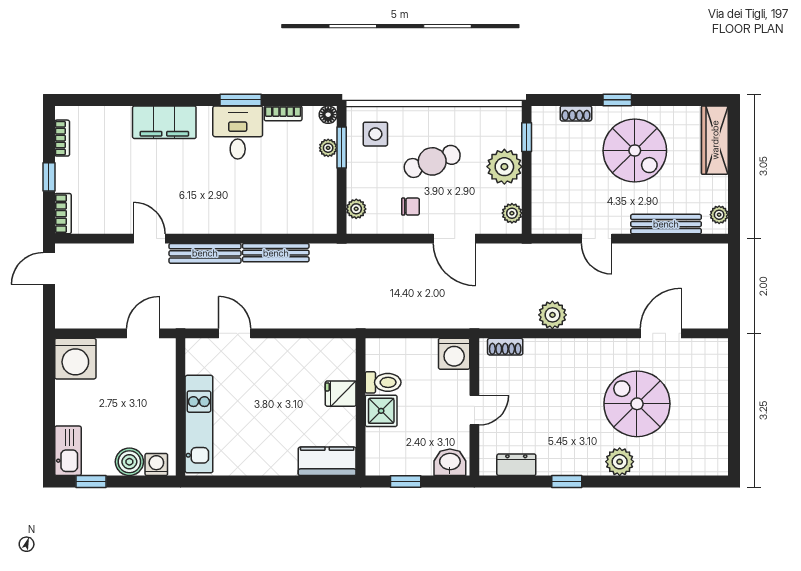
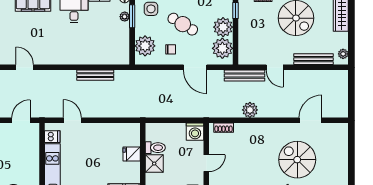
cafe table: (432, 161) -> (183, 24), turned 50
plant: (356, 209) -> (145, 46), width x1.87, depth x1.87
plant: (512, 213) -> (222, 48), width x1.88, depth x1.88
bench: (205, 253) -> (245, 76), moved
dishwasher: (199, 363) -> (52, 137), added

